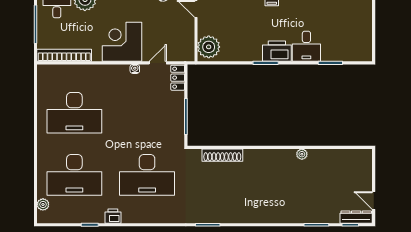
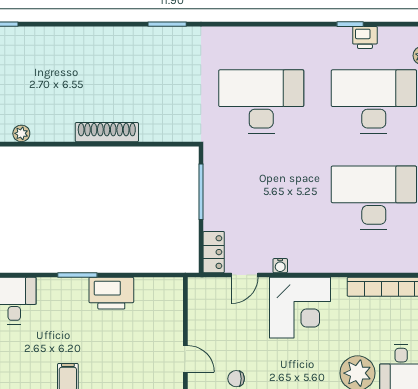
plant: (209, 47) -> (166, 300), removed
printer: (277, 51) -> (111, 293), moved
shoe rack: (222, 155) -> (107, 132), moved
printer: (113, 216) -> (365, 37), moved

